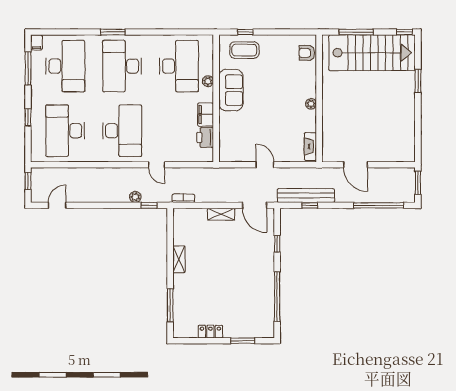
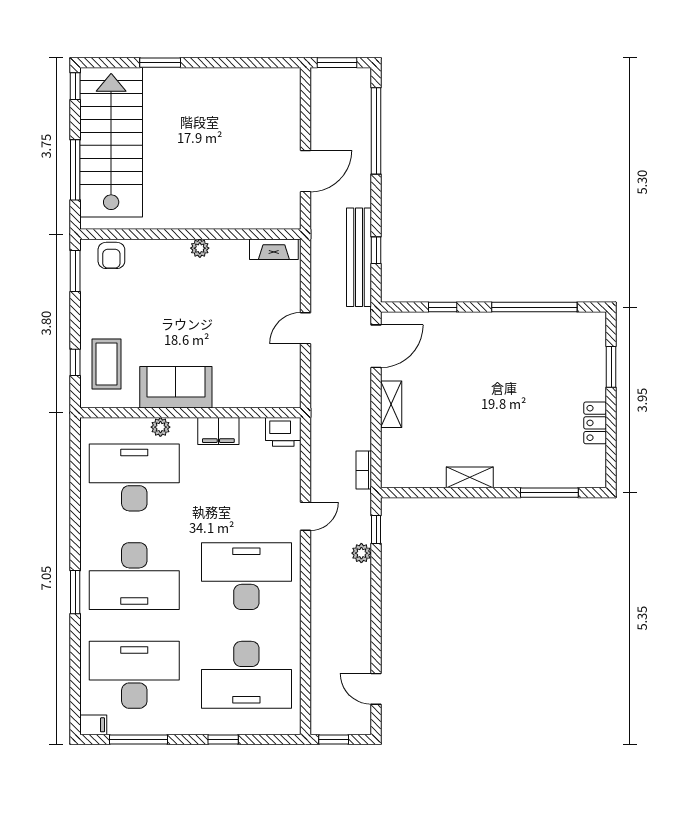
window: (298, 32) -> (75, 271), added
printer: (205, 137) -> (283, 432), moved

